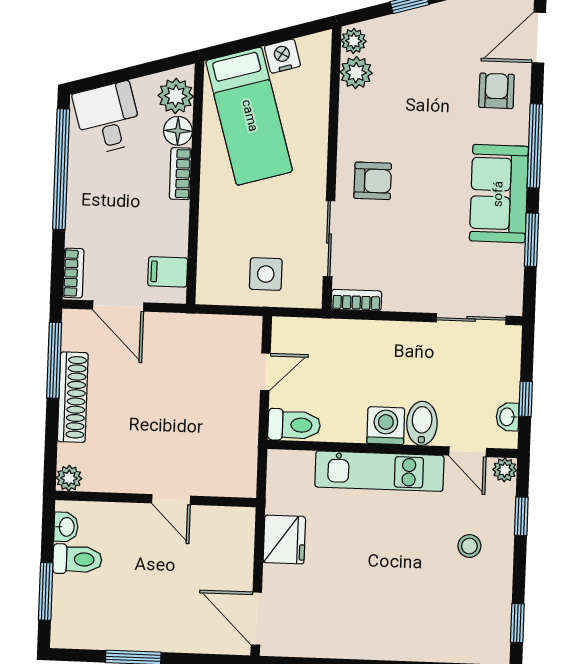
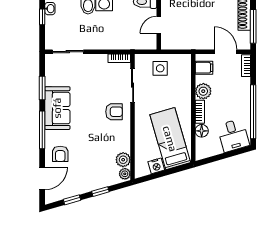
plant: (176, 96) -> (203, 91), moved
armchair: (373, 181) -> (114, 112), turned 180

